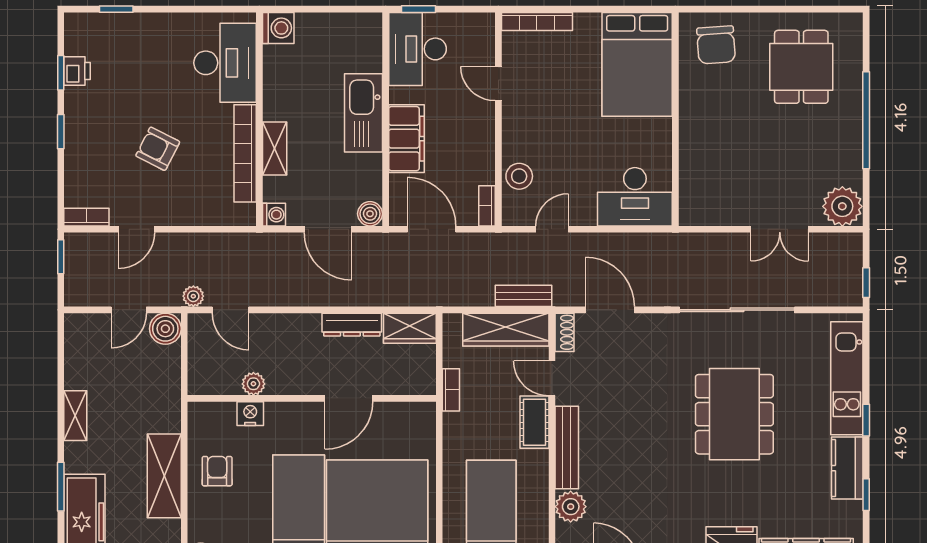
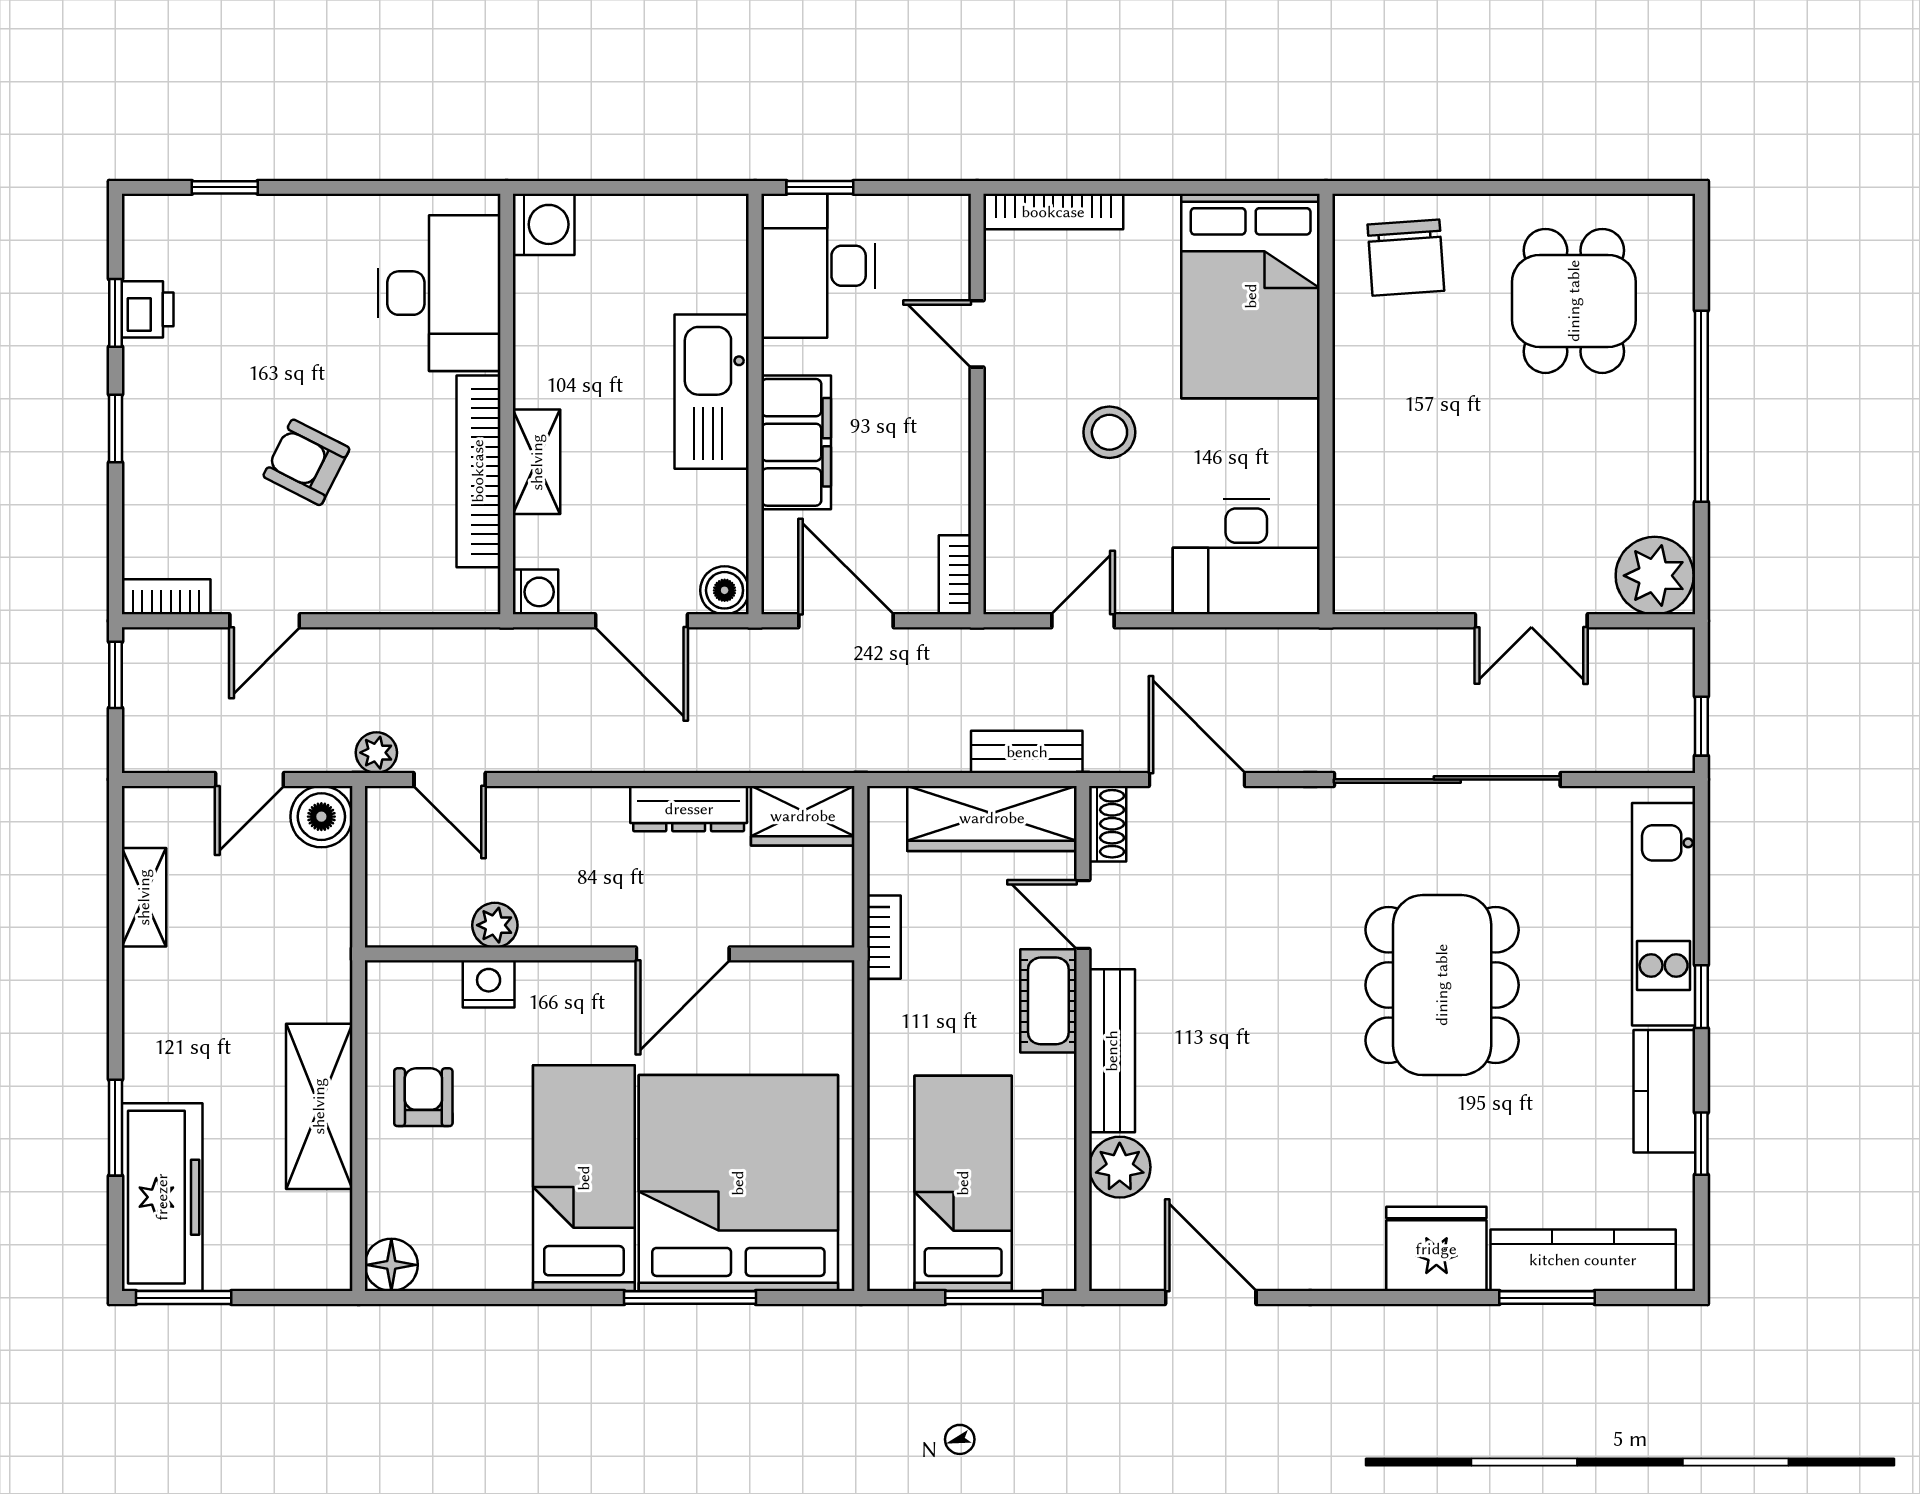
stool: (519, 176) -> (1109, 432), moved
shelving: (75, 416) -> (144, 897), moved

